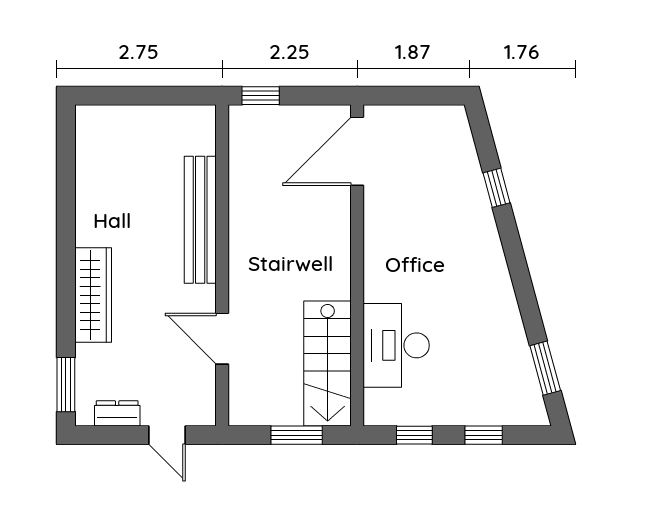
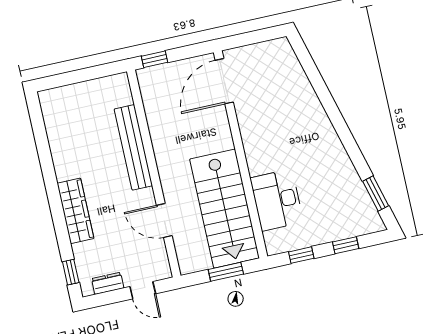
window: (497, 188) -> (319, 85), removed
stairs: (328, 364) -> (225, 209), width x1.36, depth x1.51
window: (66, 385) -> (71, 272), width x0.67

